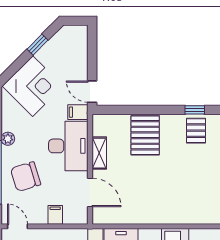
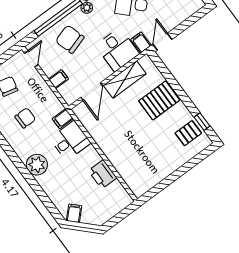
desk: (68, 146) -> (117, 50), width x0.73
shelving: (99, 153) -> (125, 80), width x1.50, depth x1.33

